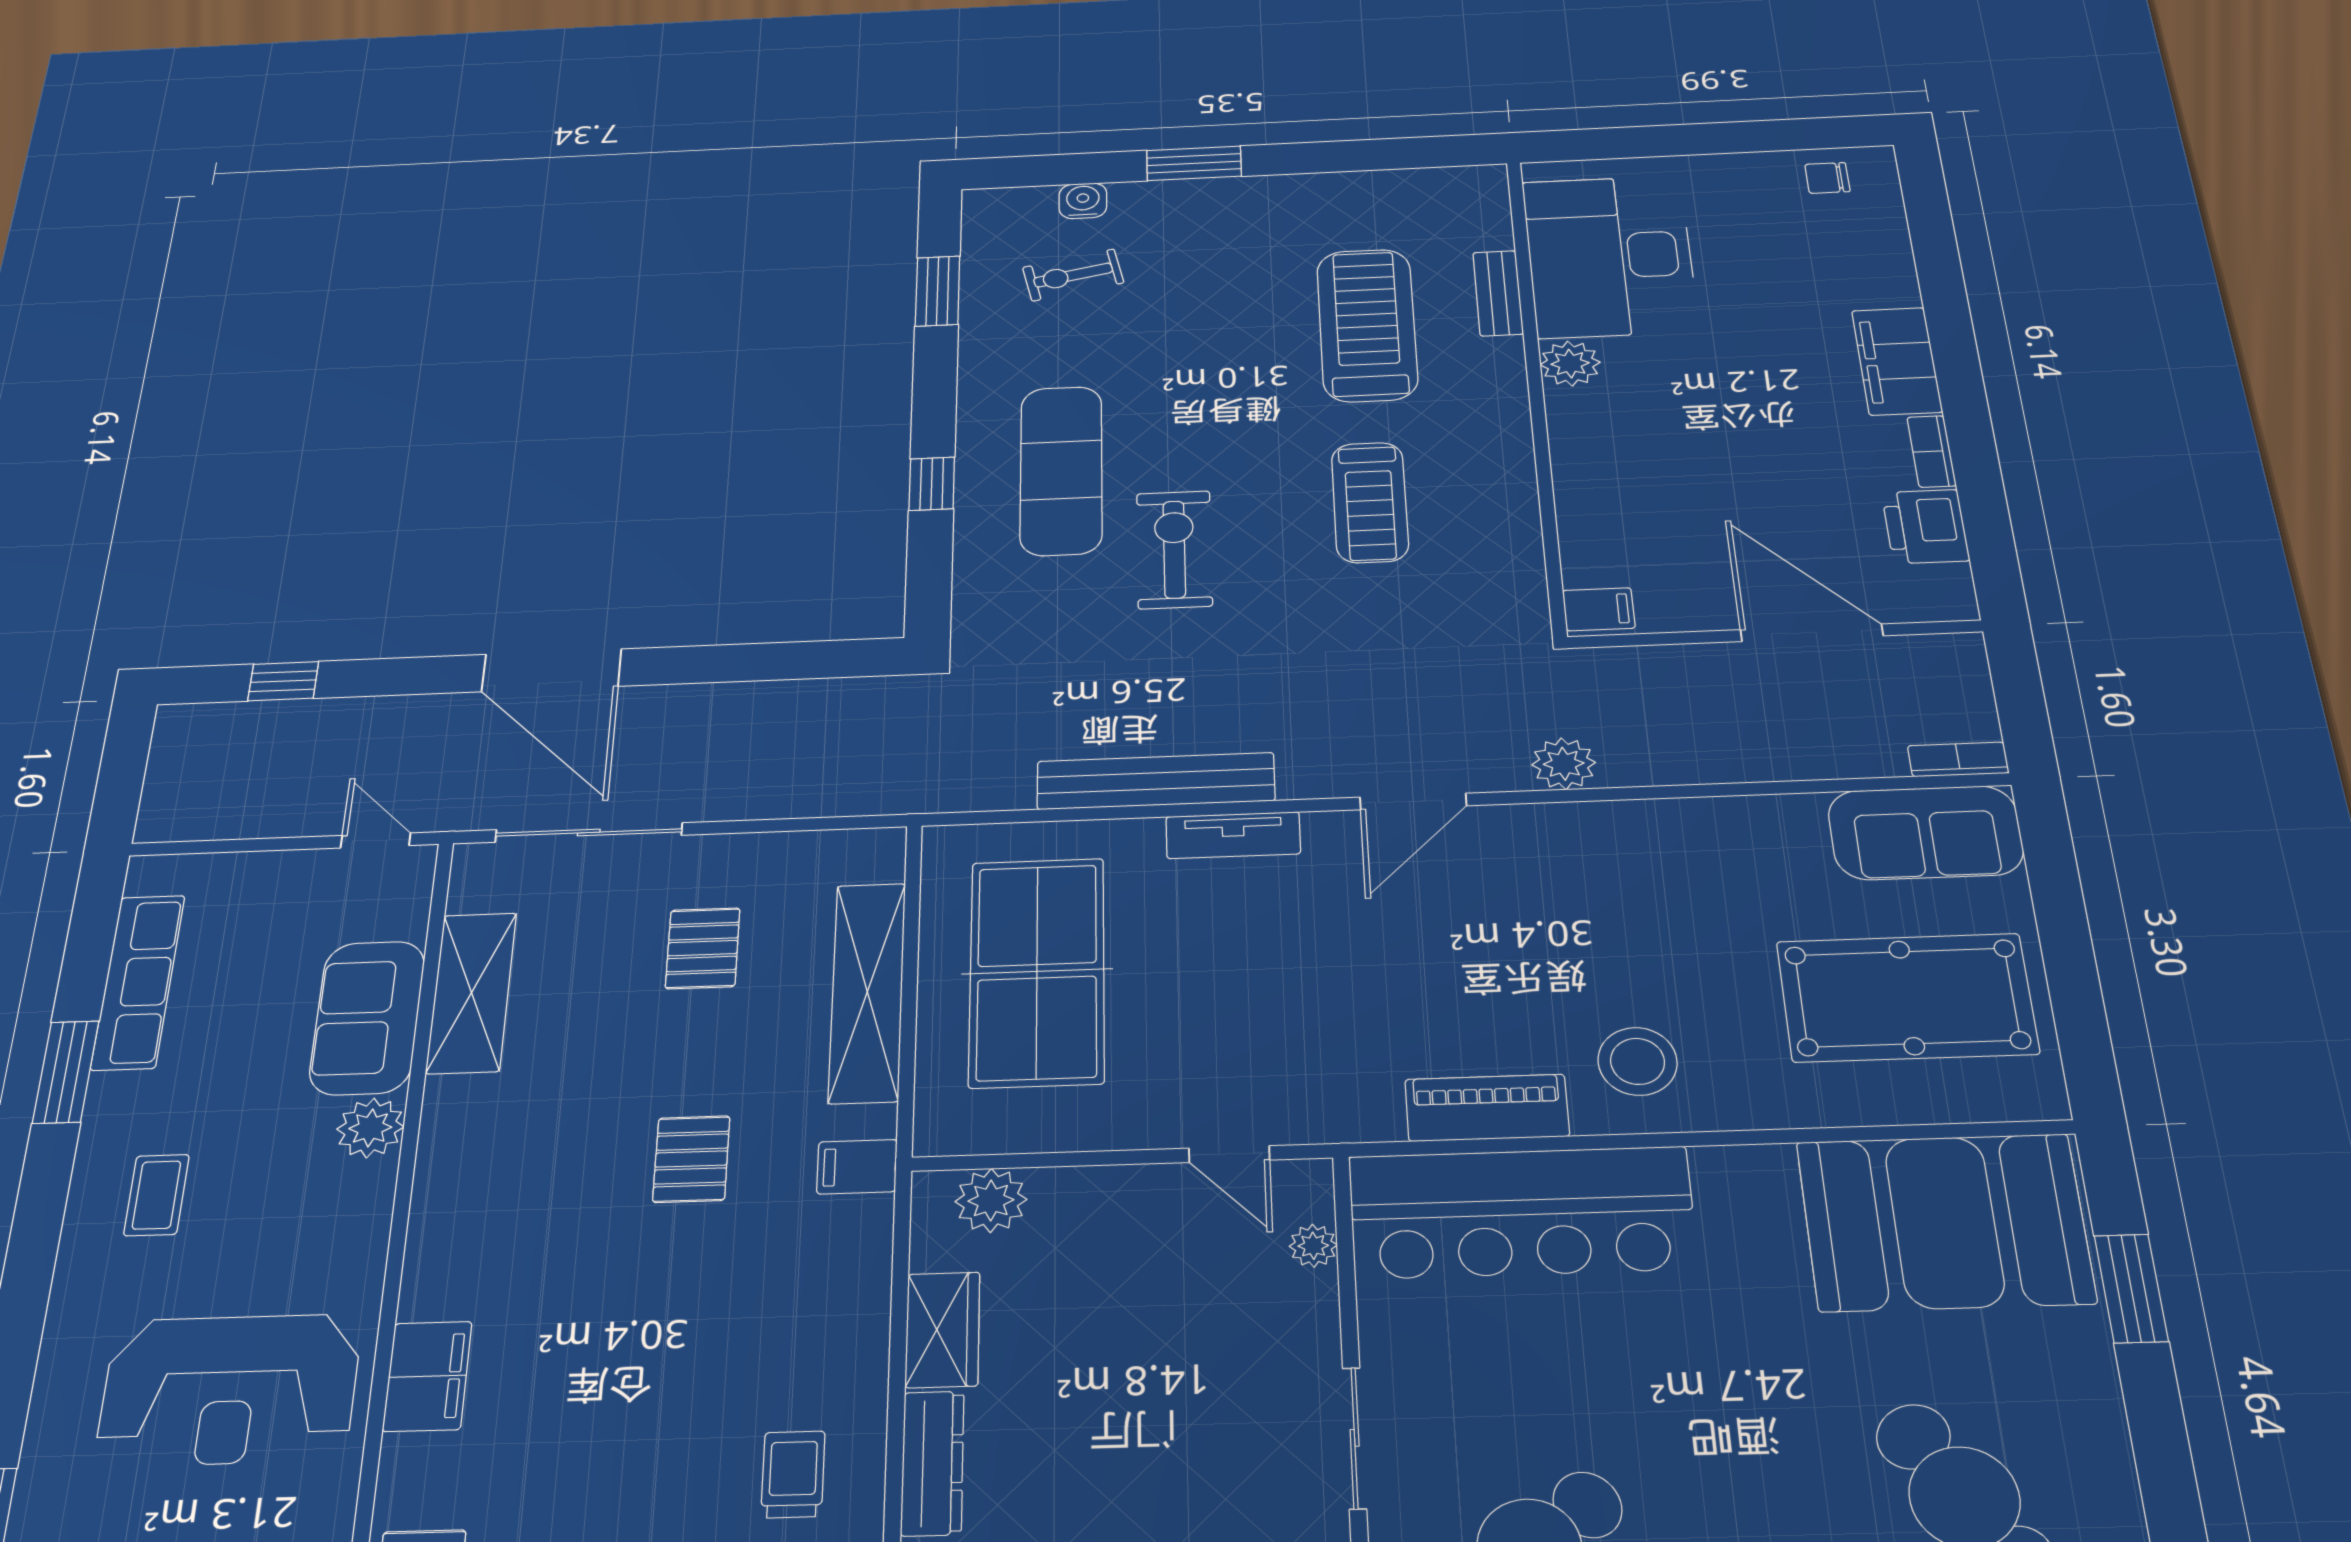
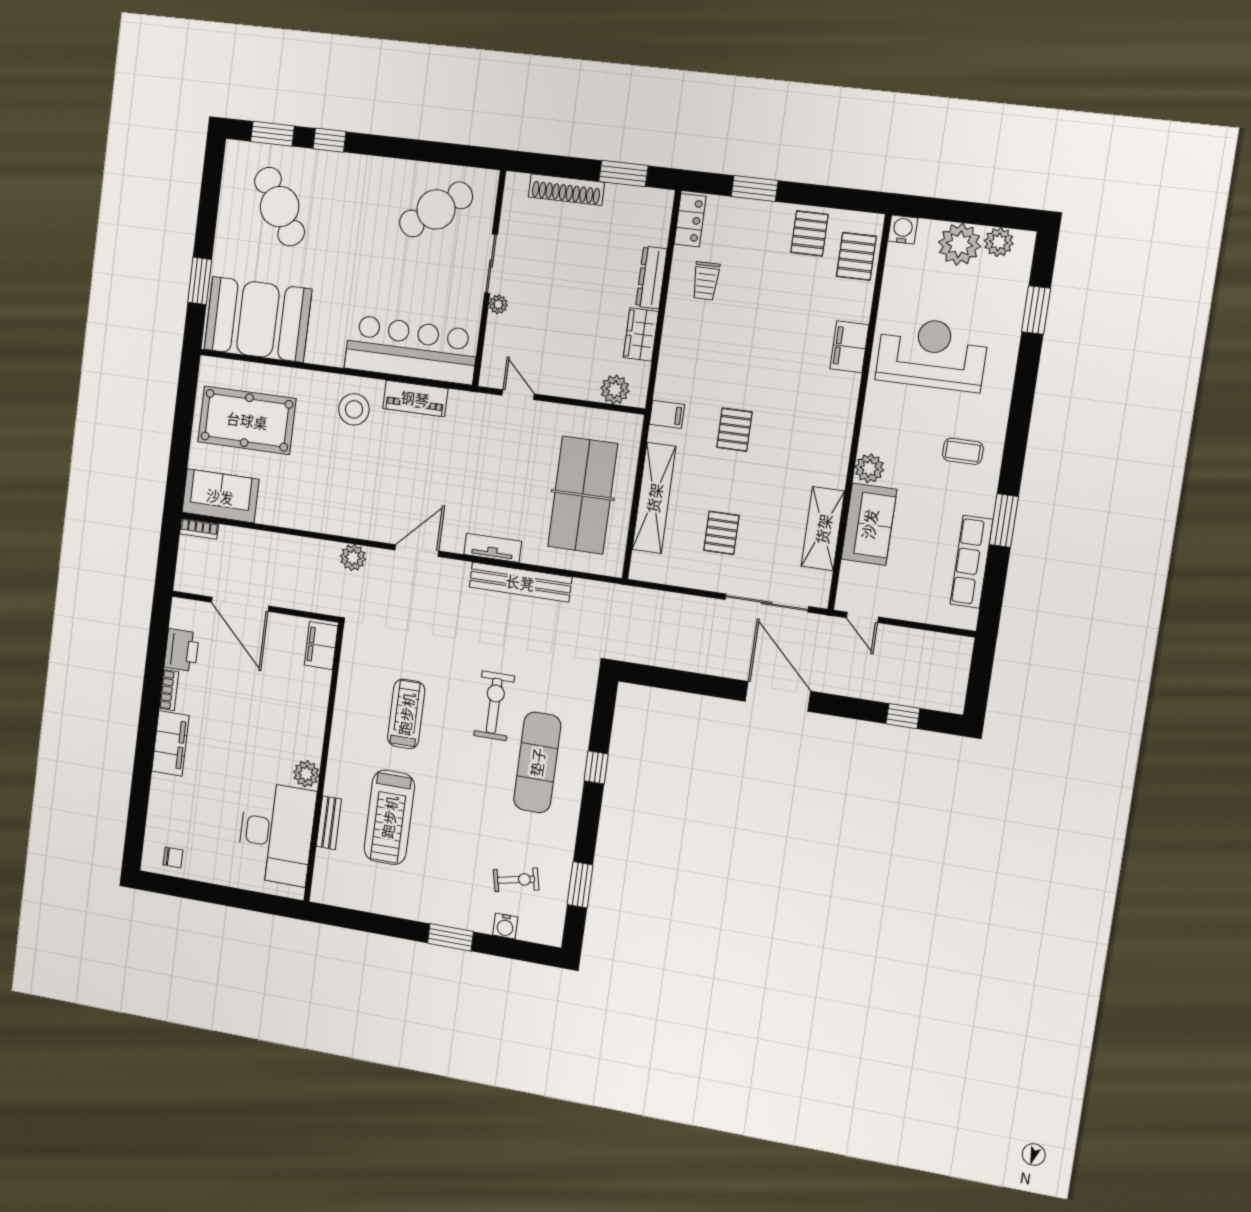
exercise bike: (1174, 549) -> (494, 706), turned 180
filing cabinet: (1599, 609) -> (321, 646), width x2.00
coffee table: (157, 1195) -> (963, 451), turned 90
plant: (1313, 1246) -> (498, 304), moved

